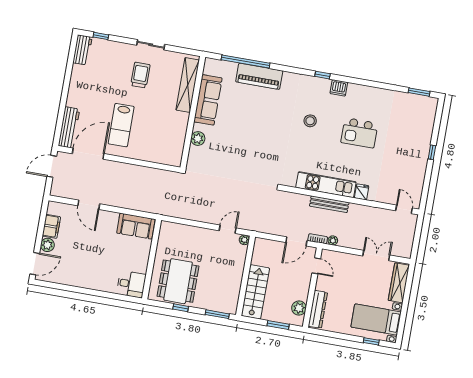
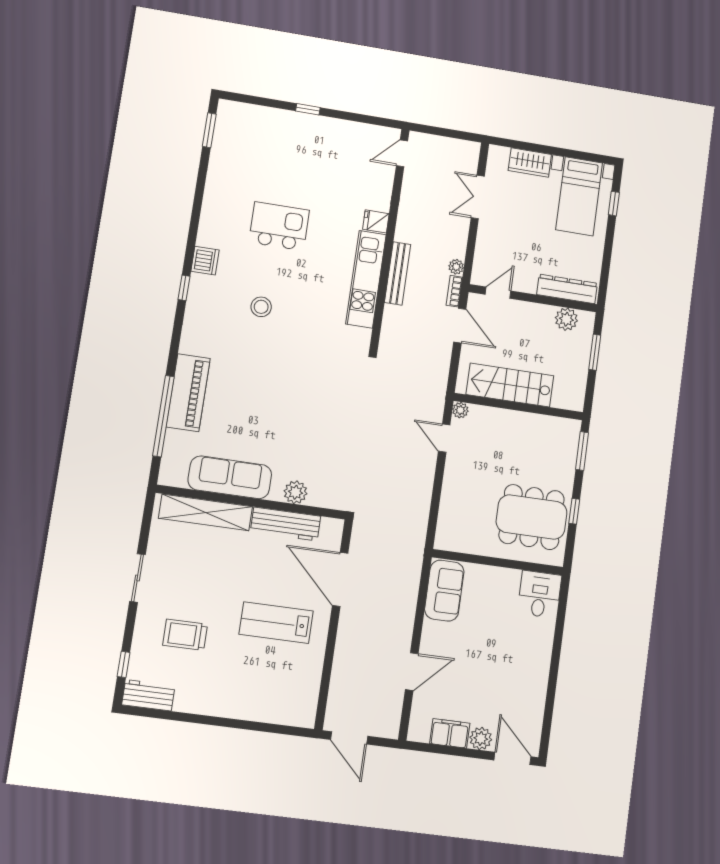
trolley: (140, 75) -> (185, 635), moved
lab bench: (121, 125) -> (276, 623), turned 180
workbench: (69, 127) -> (285, 524), moved, turned 180
kitchen island: (359, 133) -> (279, 226), turned -90
door: (88, 154) -> (340, 579), moved
wardrobe: (399, 283) -> (530, 163), width x0.67
stairs: (255, 292) -> (510, 385), moved

